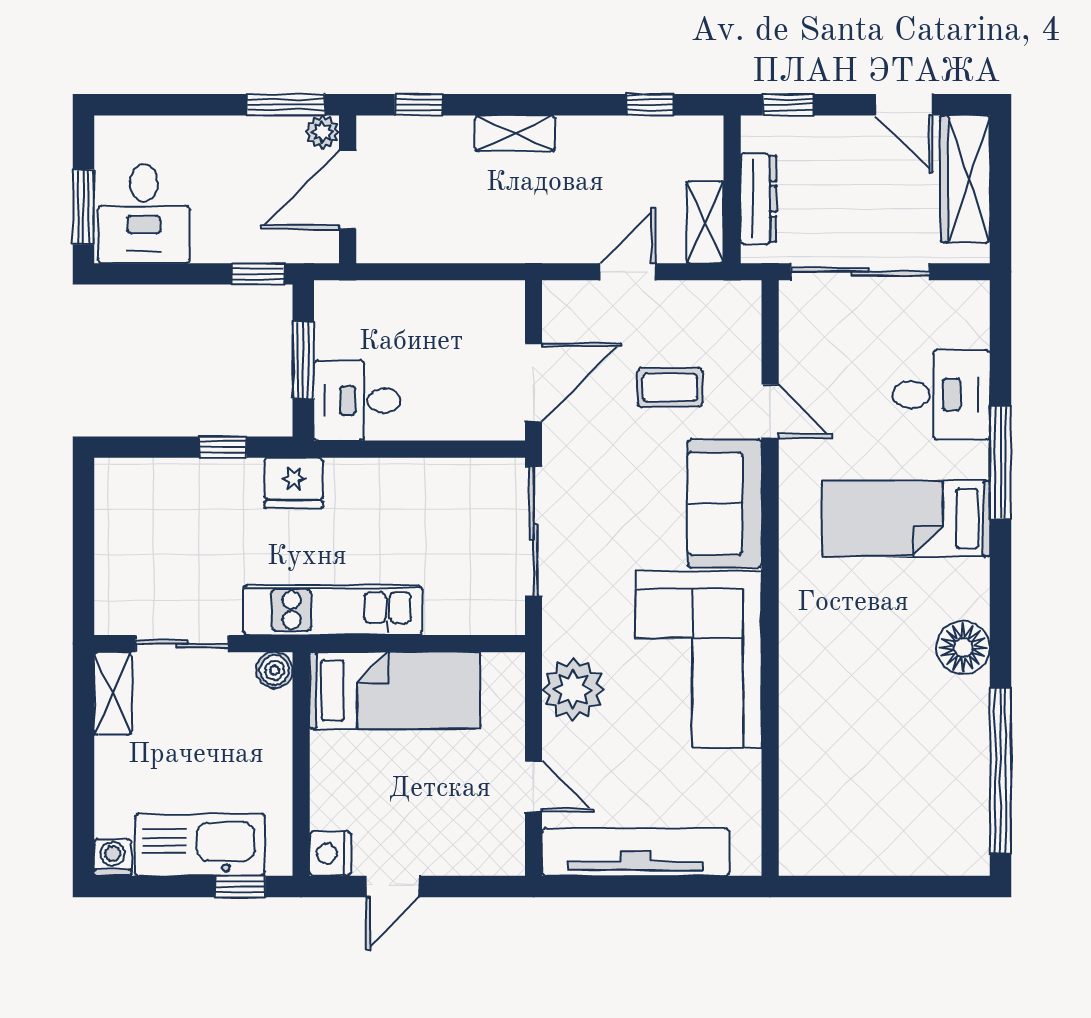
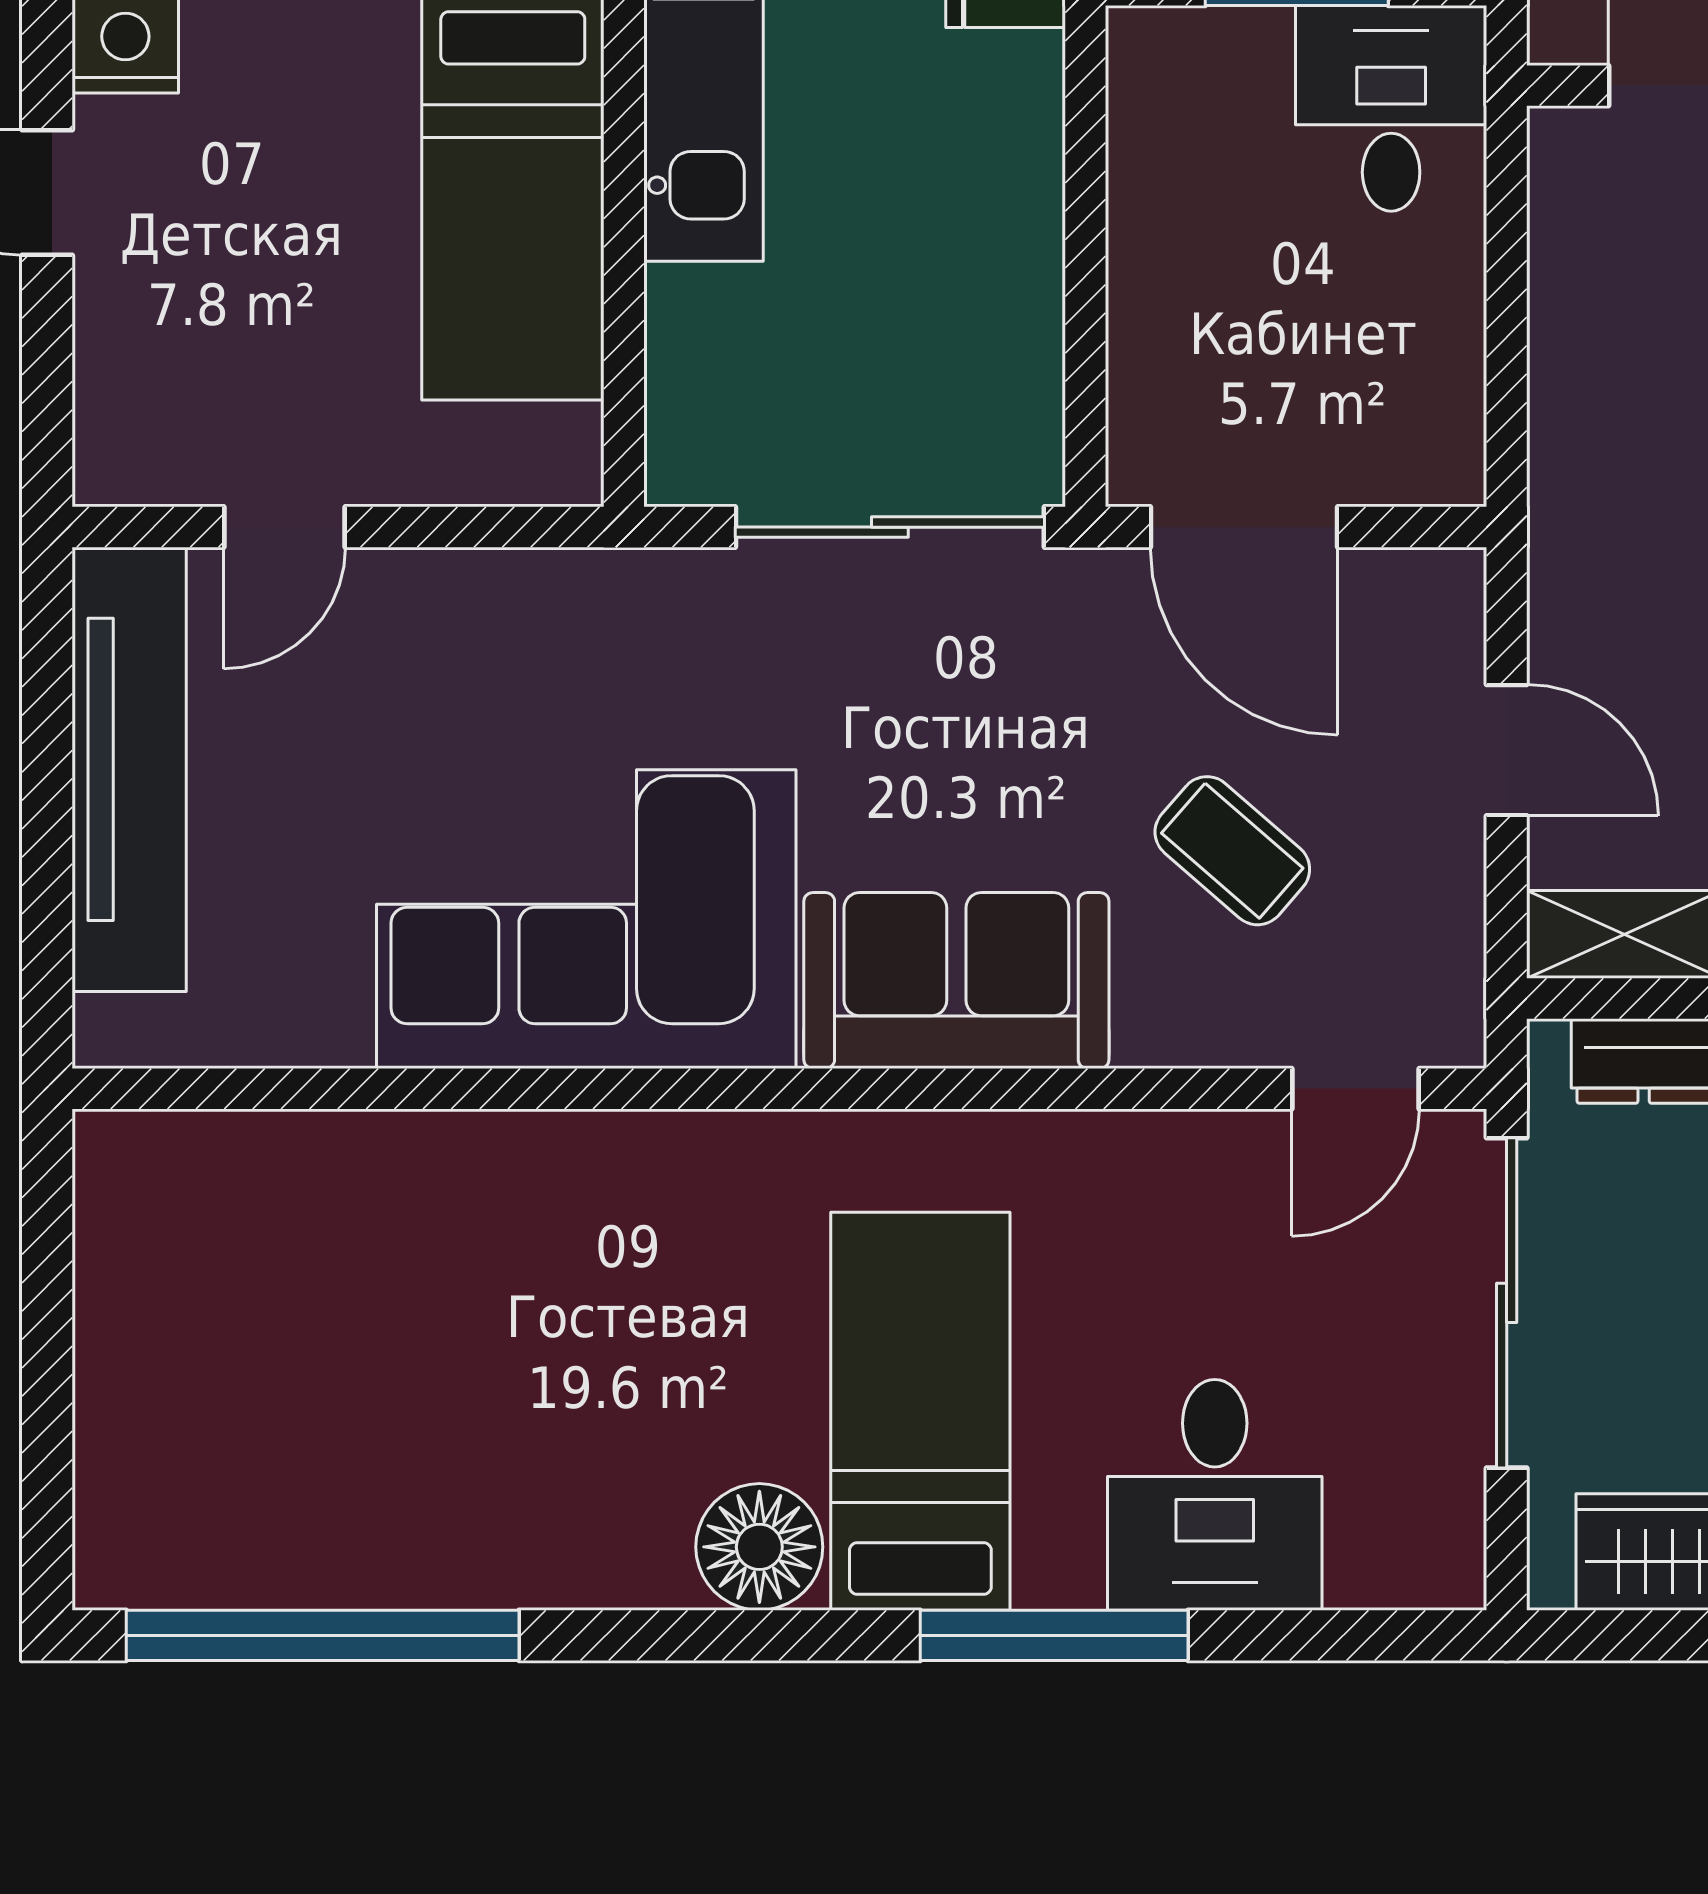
coffee table: (670, 387) -> (1232, 851), turned -49
desk: (357, 401) -> (1391, 108), moved
door: (770, 411) -> (1355, 1089), moved
floor lamp: (963, 648) -> (759, 1547), moved
plant: (573, 689) -> (516, 621), removed

